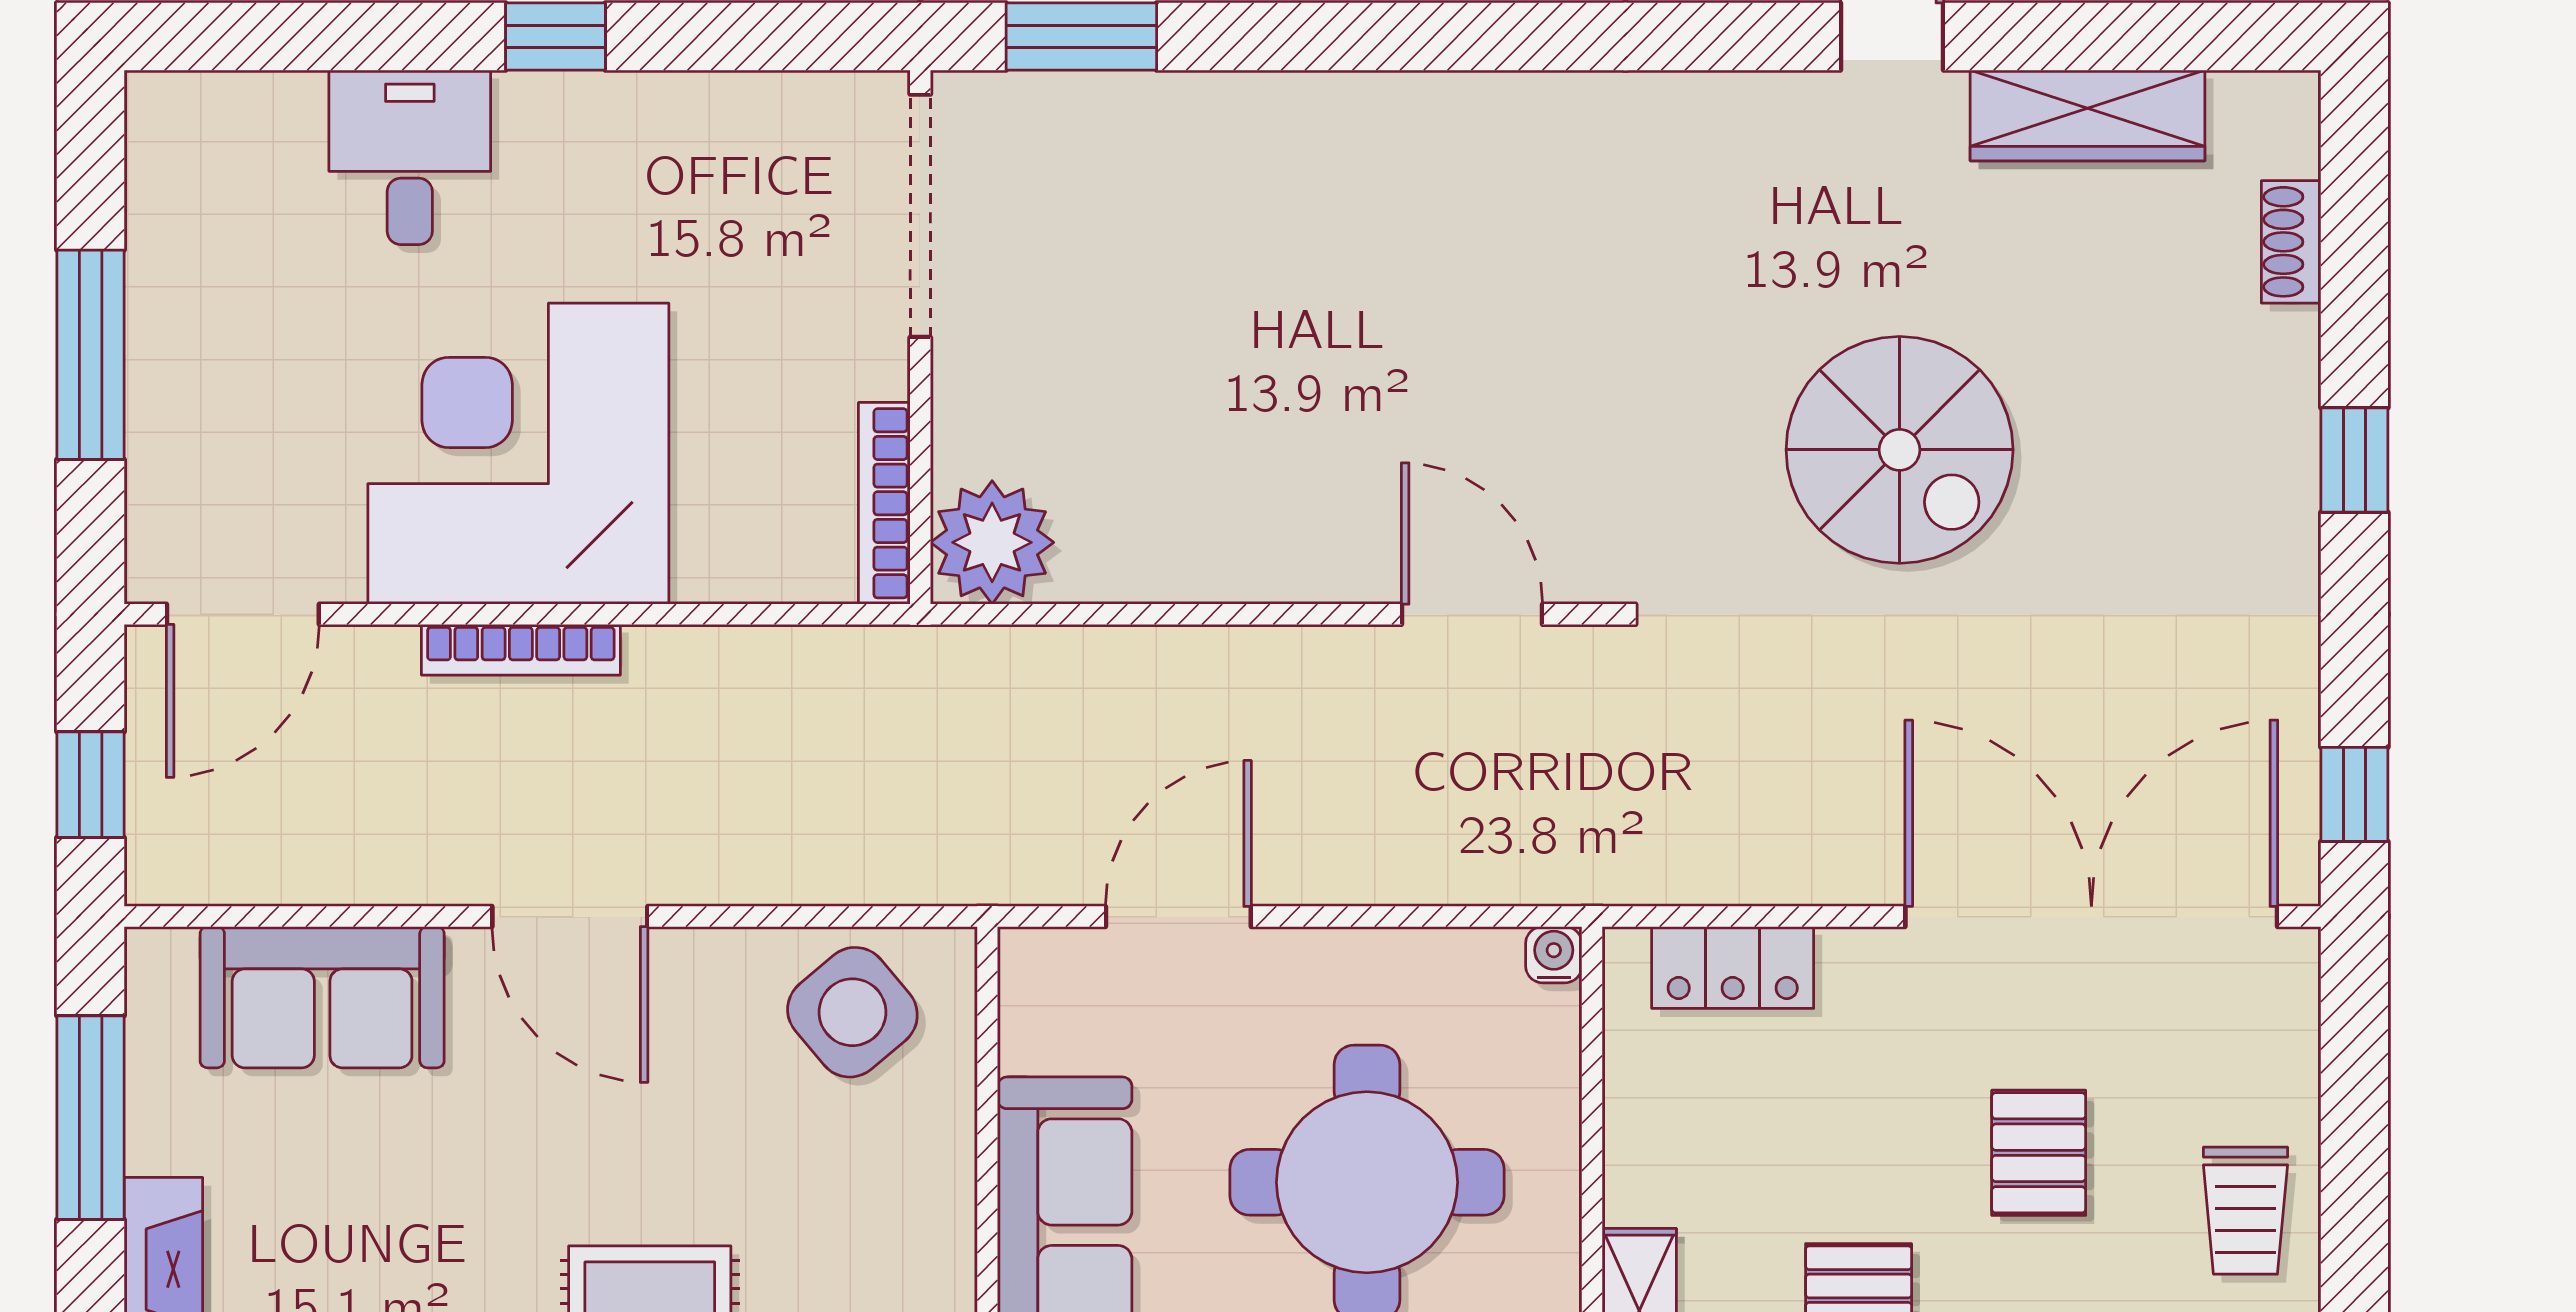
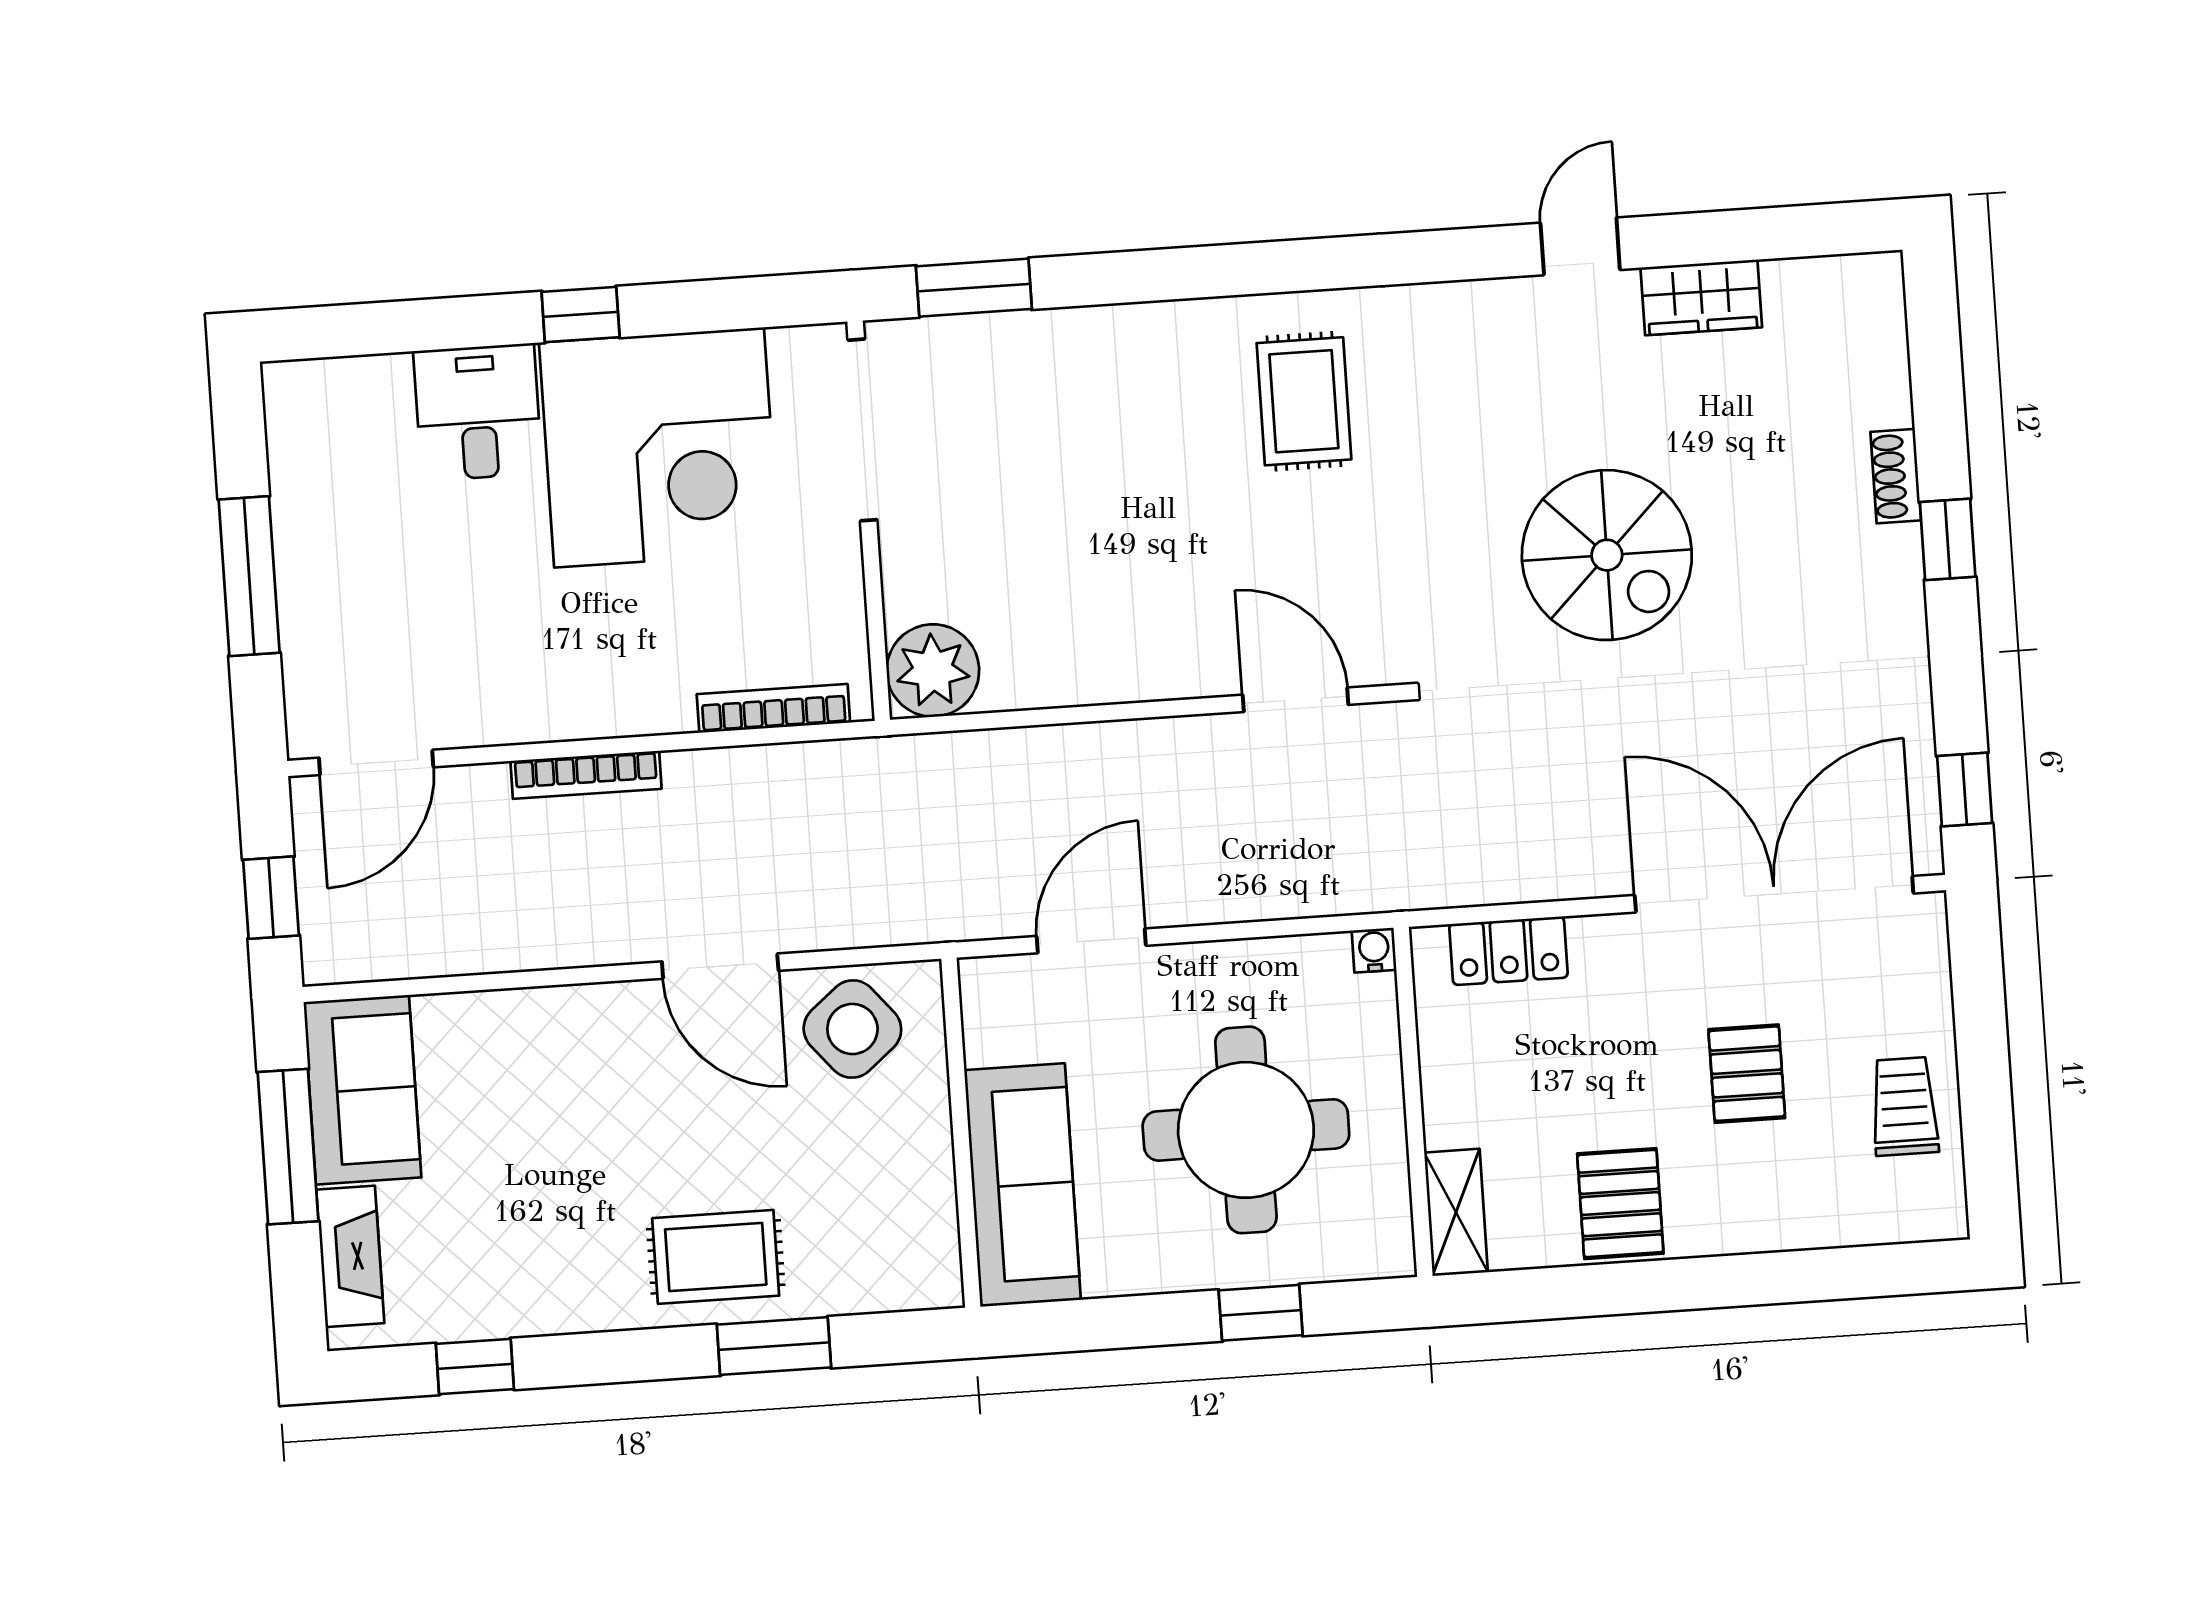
wardrobe: (2088, 115) -> (1701, 297), width x0.67
rug: (1510, 218) -> (1304, 401), added
shoe rack: (2291, 242) -> (1896, 476), moved
corner desk: (518, 454) -> (659, 447), moved, turned 180
bookcase: (884, 503) -> (773, 708), moved, turned 90
door: (570, 917) -> (720, 966), moved
sofa: (322, 997) -> (362, 1090), moved, turned -90
trolley: (2245, 1211) -> (1904, 1106), turned 180

